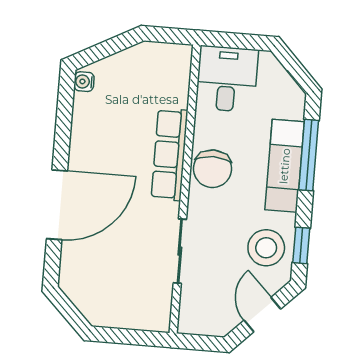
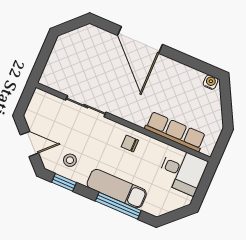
row of seats: (170, 154) -> (175, 132), moved
chair: (213, 169) -> (130, 143), width x0.54, depth x0.54
stool: (266, 248) -> (70, 160), width x0.53, depth x0.53

